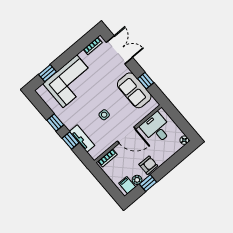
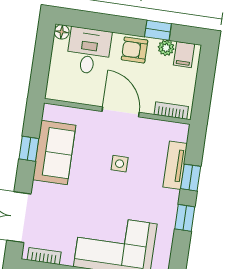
desk: (156, 128) -> (89, 51), moved, turned 180

